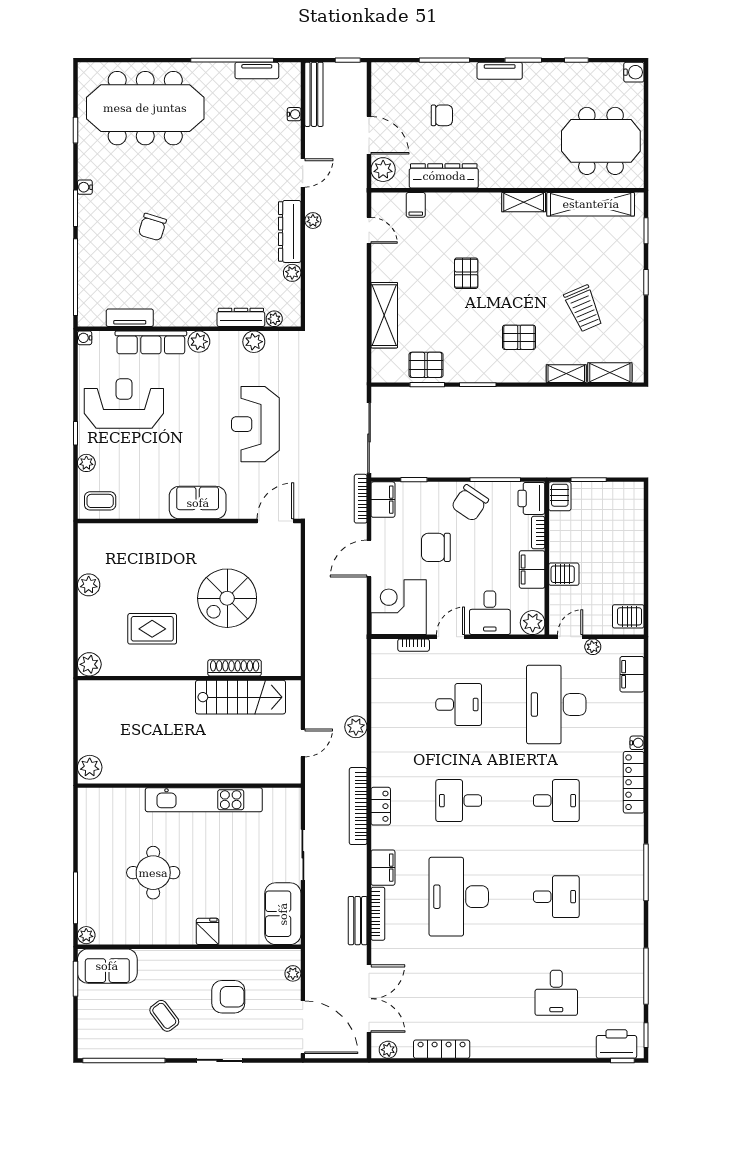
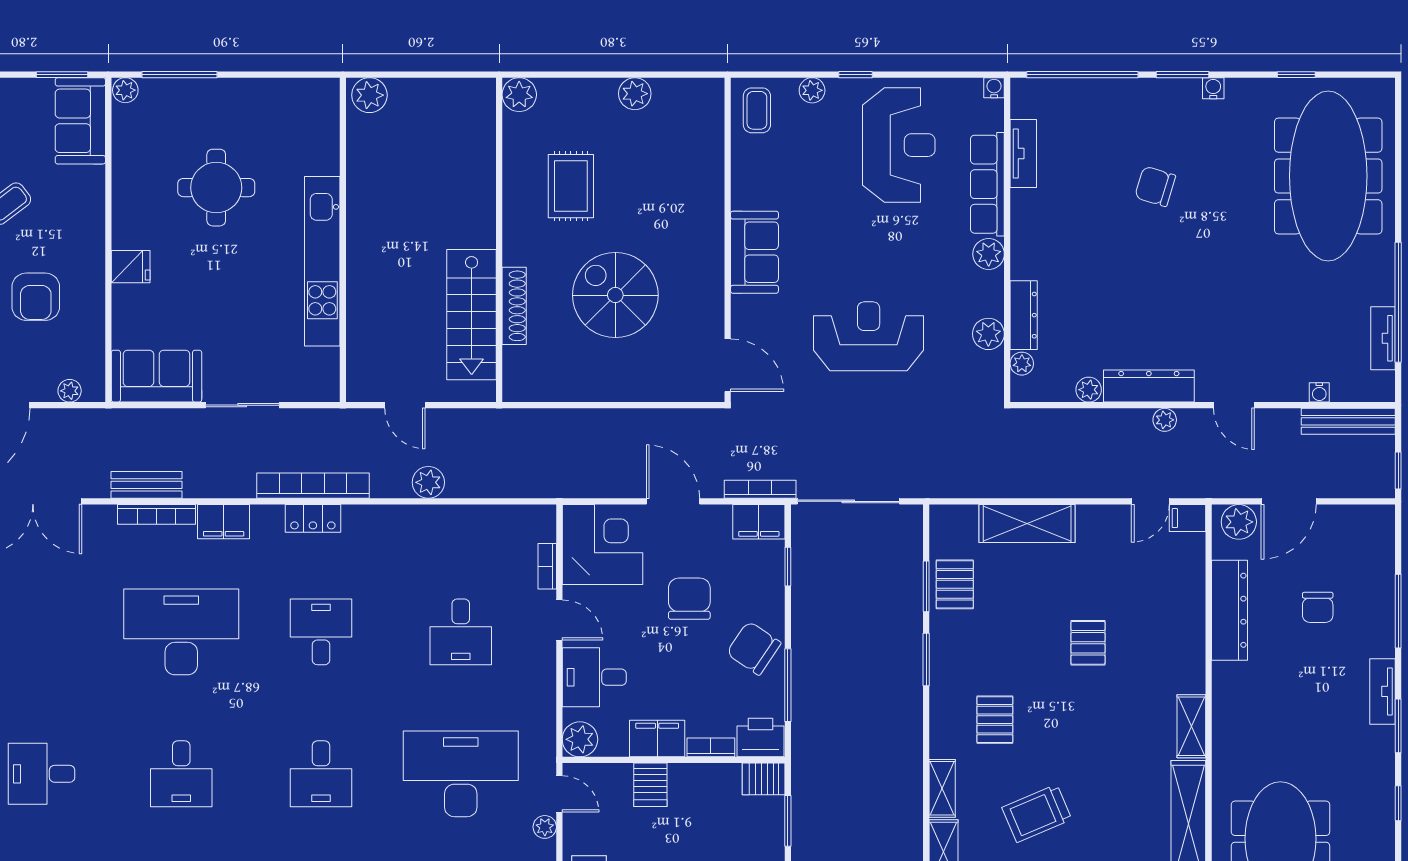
filing cabinet: (416, 205) -> (1188, 518), moved
pallet: (466, 273) -> (1088, 643), turned 90

